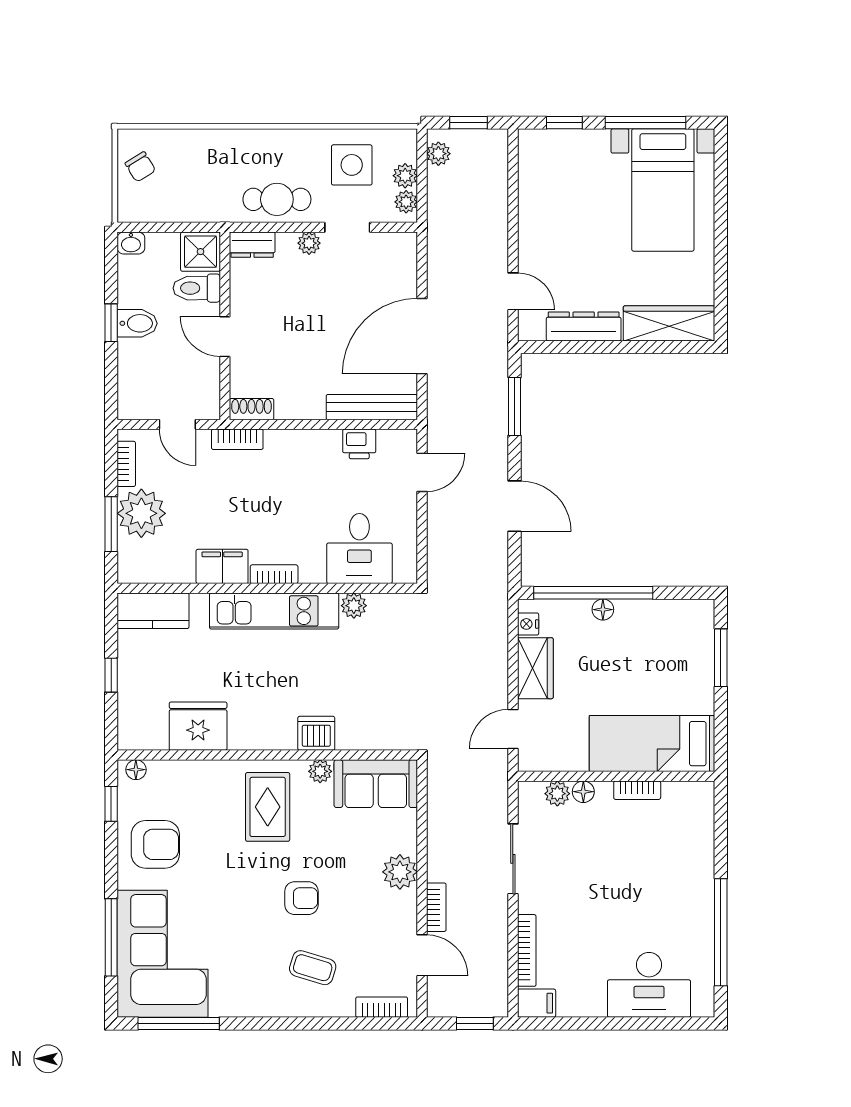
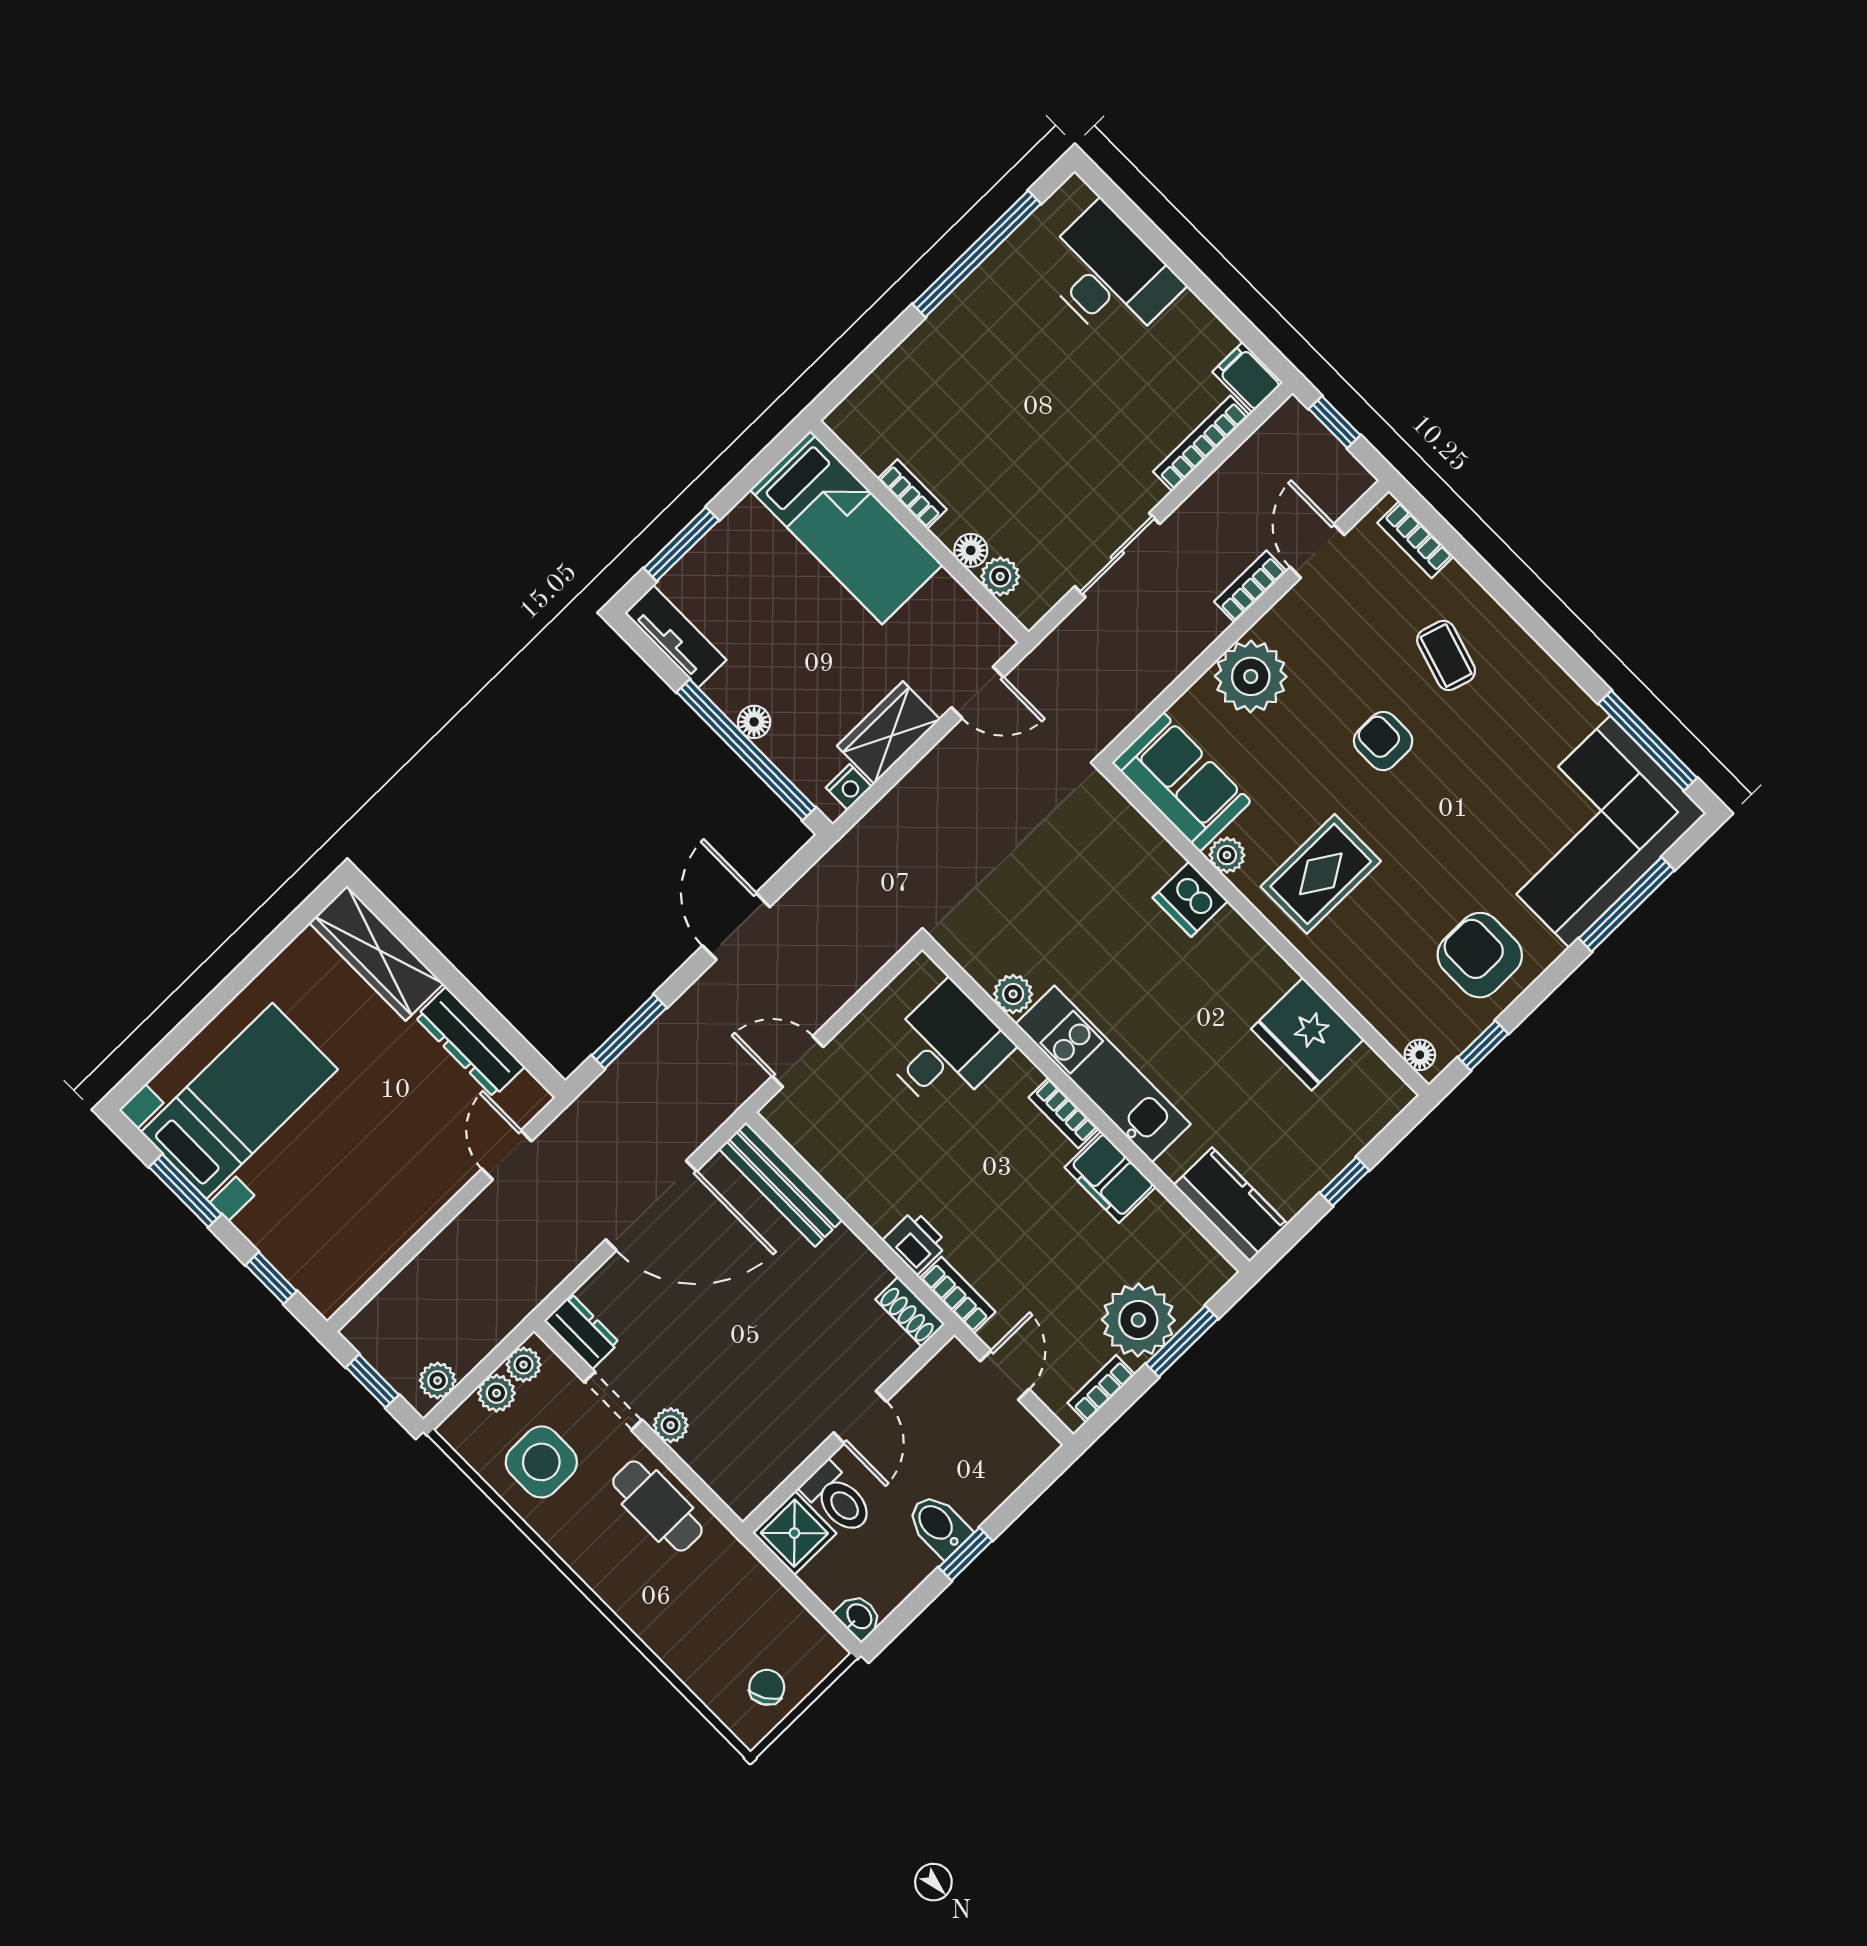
window: (646, 123) -> (185, 1191), width x0.69
dresser: (252, 245) -> (582, 1332), moved
printer: (359, 444) -> (915, 1242), moved
tv unit: (680, 612) -> (676, 636), added
plant: (400, 872) -> (1251, 676), width x1.36, depth x1.36

